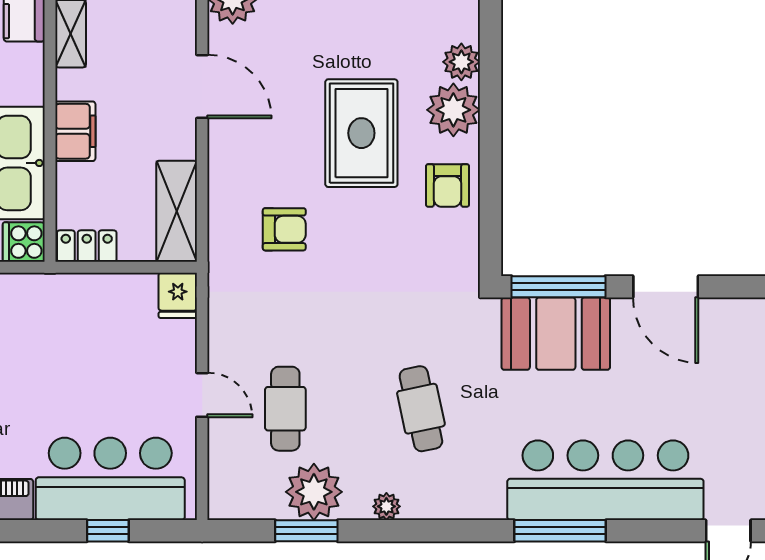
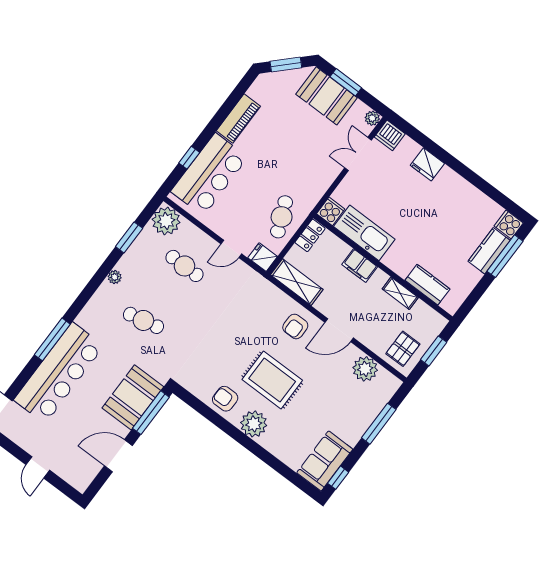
plant: (461, 62) -> (271, 442), removed
armchair: (284, 229) -> (295, 326), moved
cafe table: (91, 313) -> (282, 217), added
door: (202, 395) -> (231, 249), moved
plant: (314, 492) -> (166, 221), moved

